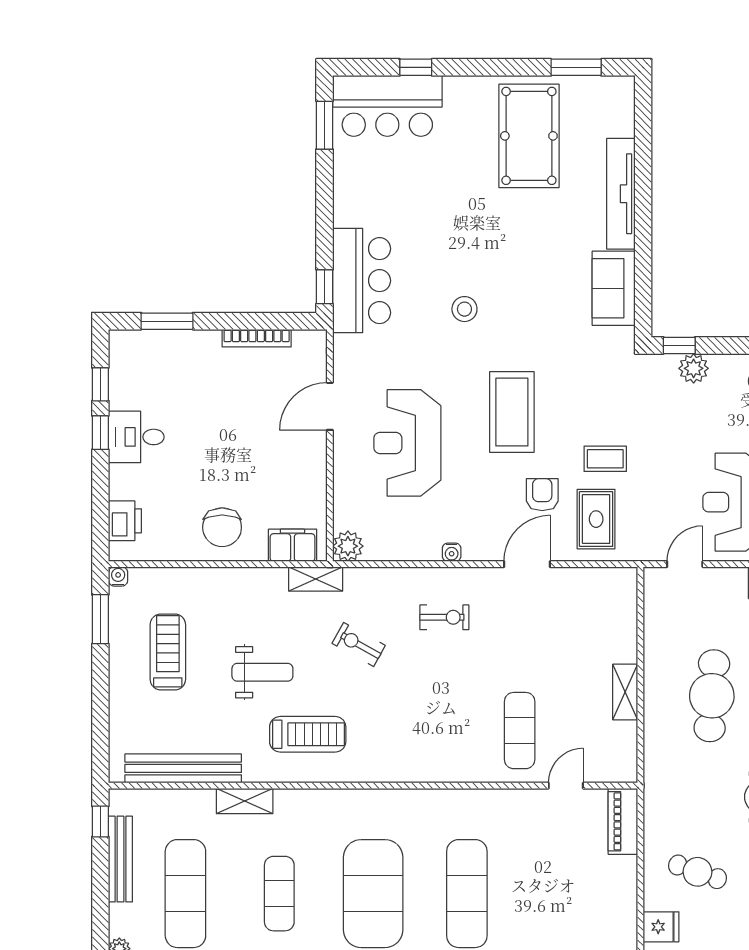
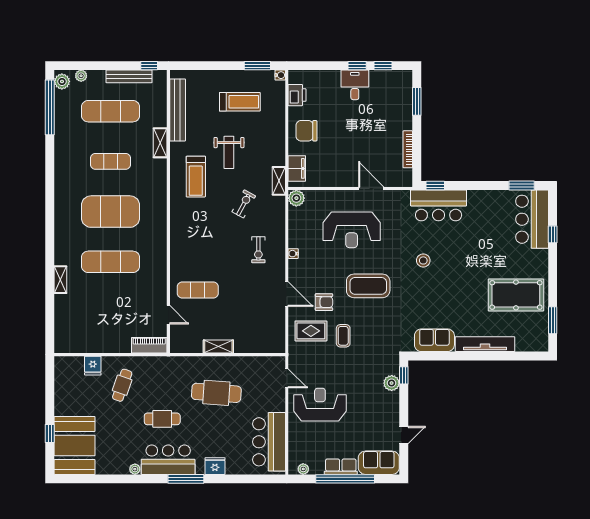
reception desk: (407, 443) -> (352, 230), turned 180
printer: (125, 521) -> (297, 95), moved, turned -90

